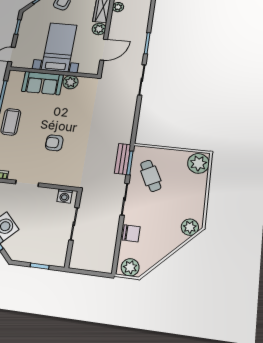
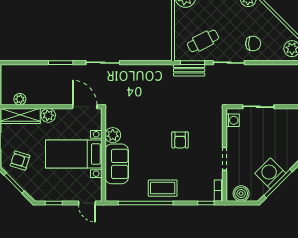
door: (104, 50) -> (85, 107), moved
chair: (131, 233) -> (253, 44), moved, turned 90

